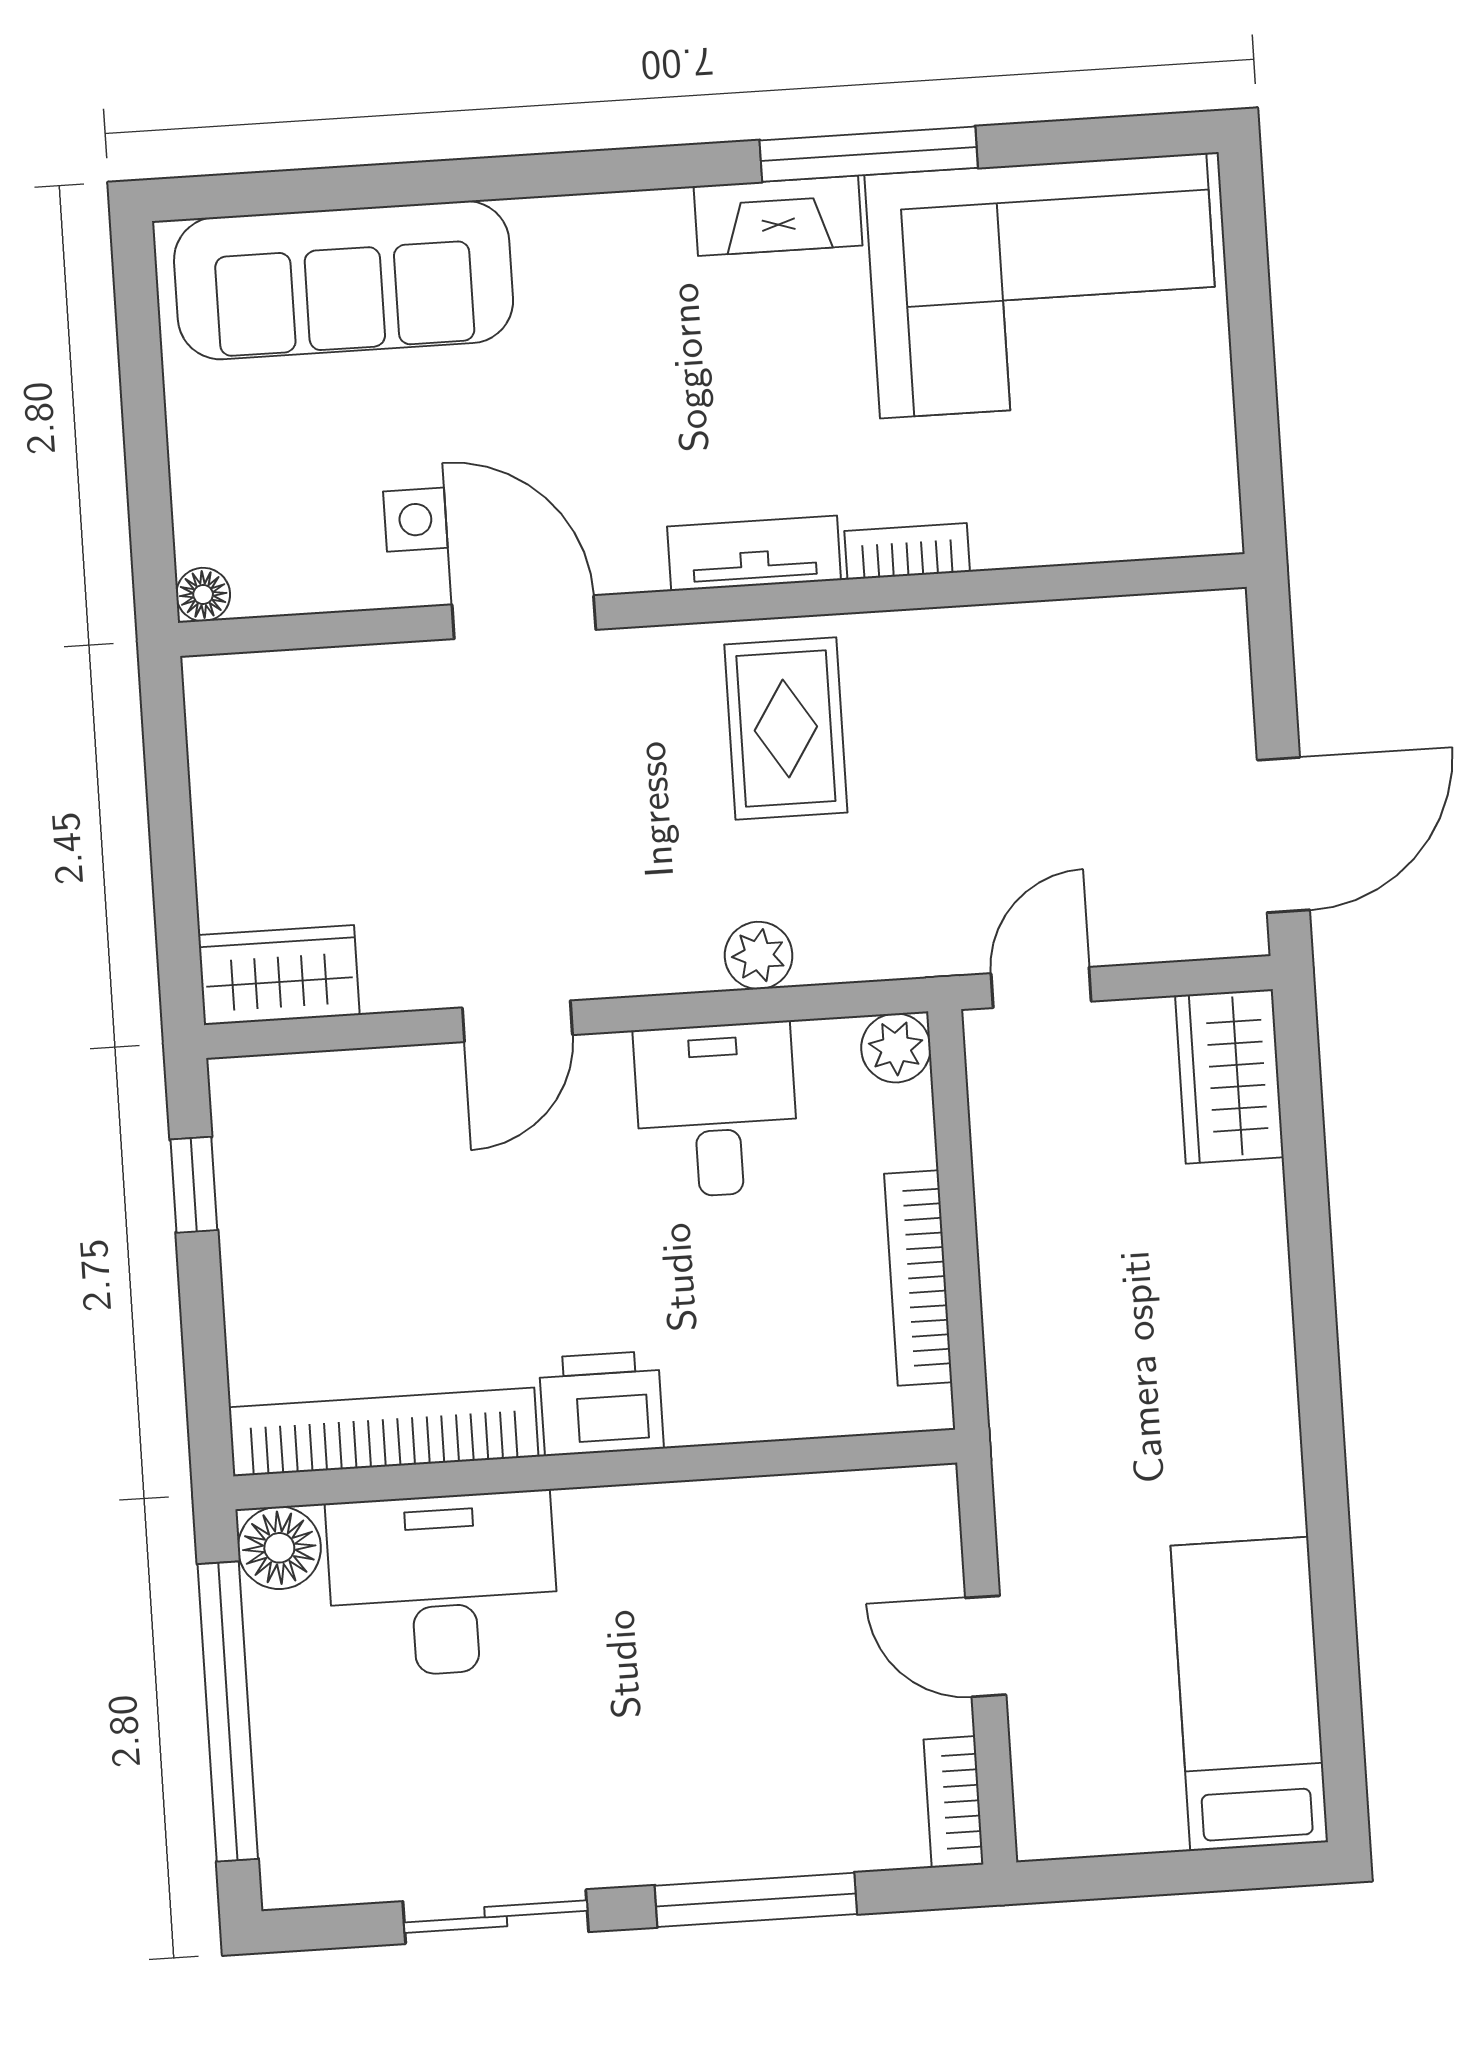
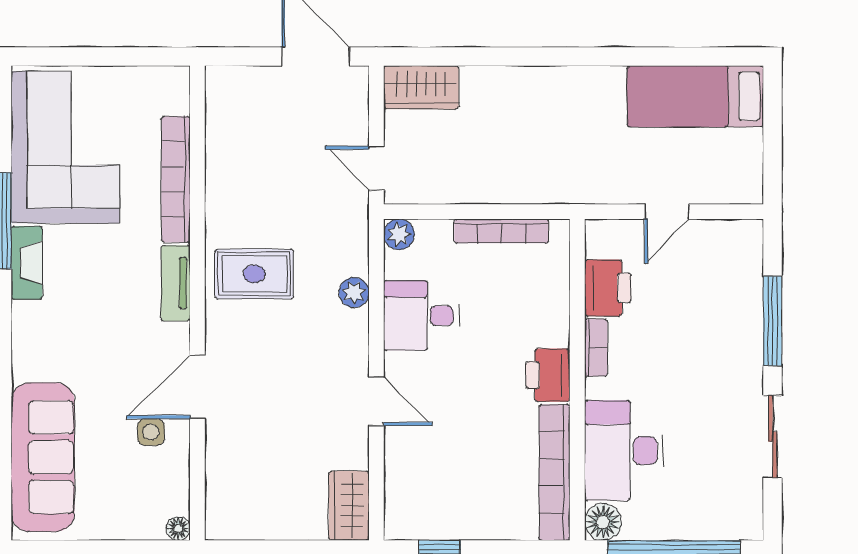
bookcase: (907, 551) -> (176, 179), width x2.31, depth x1.31
printer: (806, 1525) -> (608, 288), added
bookcase: (954, 1802) -> (596, 348), moved, turned -90

